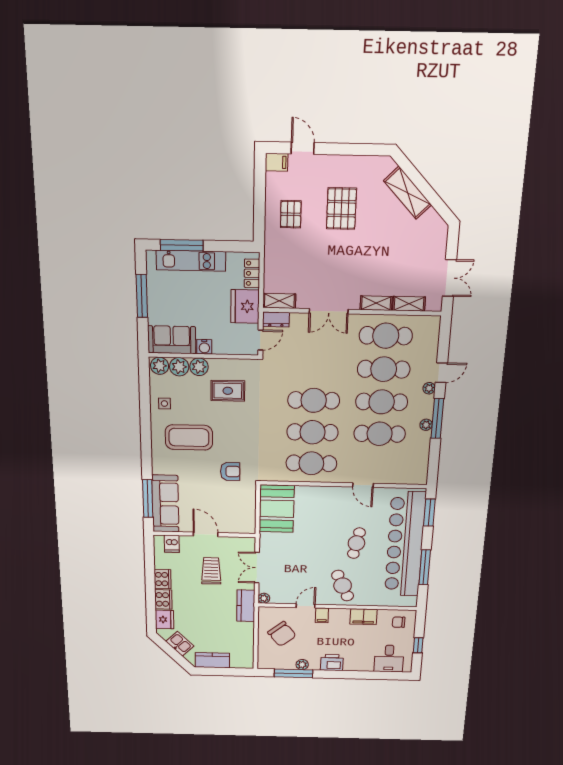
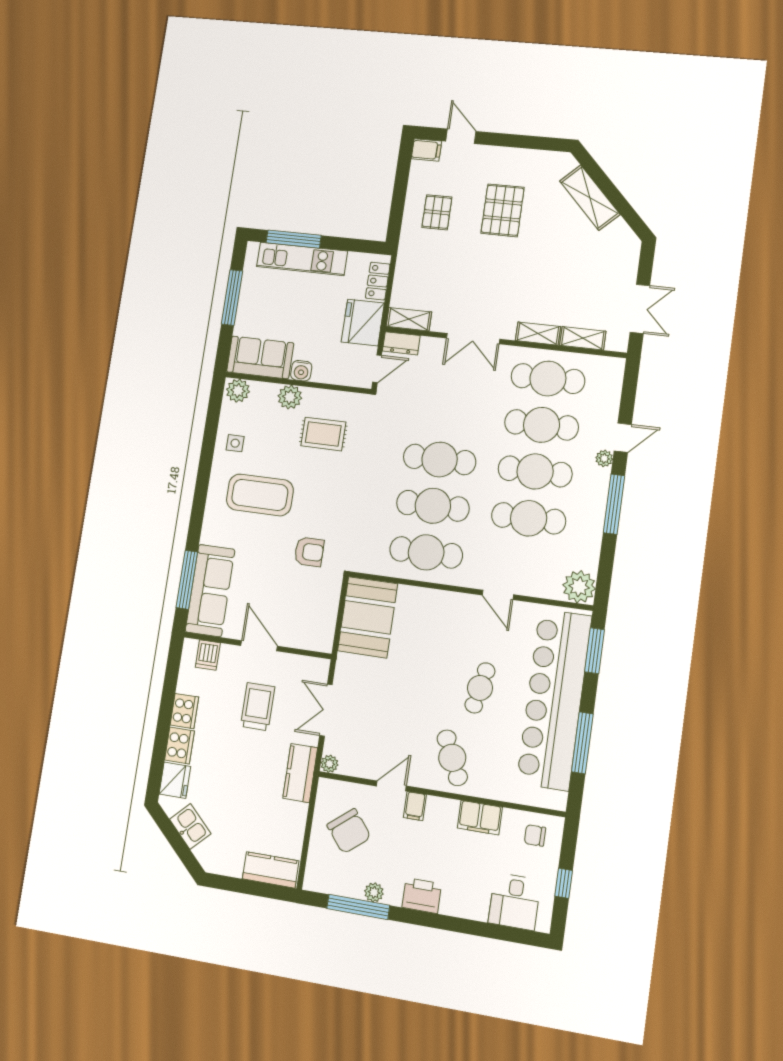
plant: (179, 367) -> (264, 394), removed
plant: (426, 425) -> (579, 587), moved, width x1.87, depth x1.87
kitchen counter: (212, 660) -> (271, 870), moved

